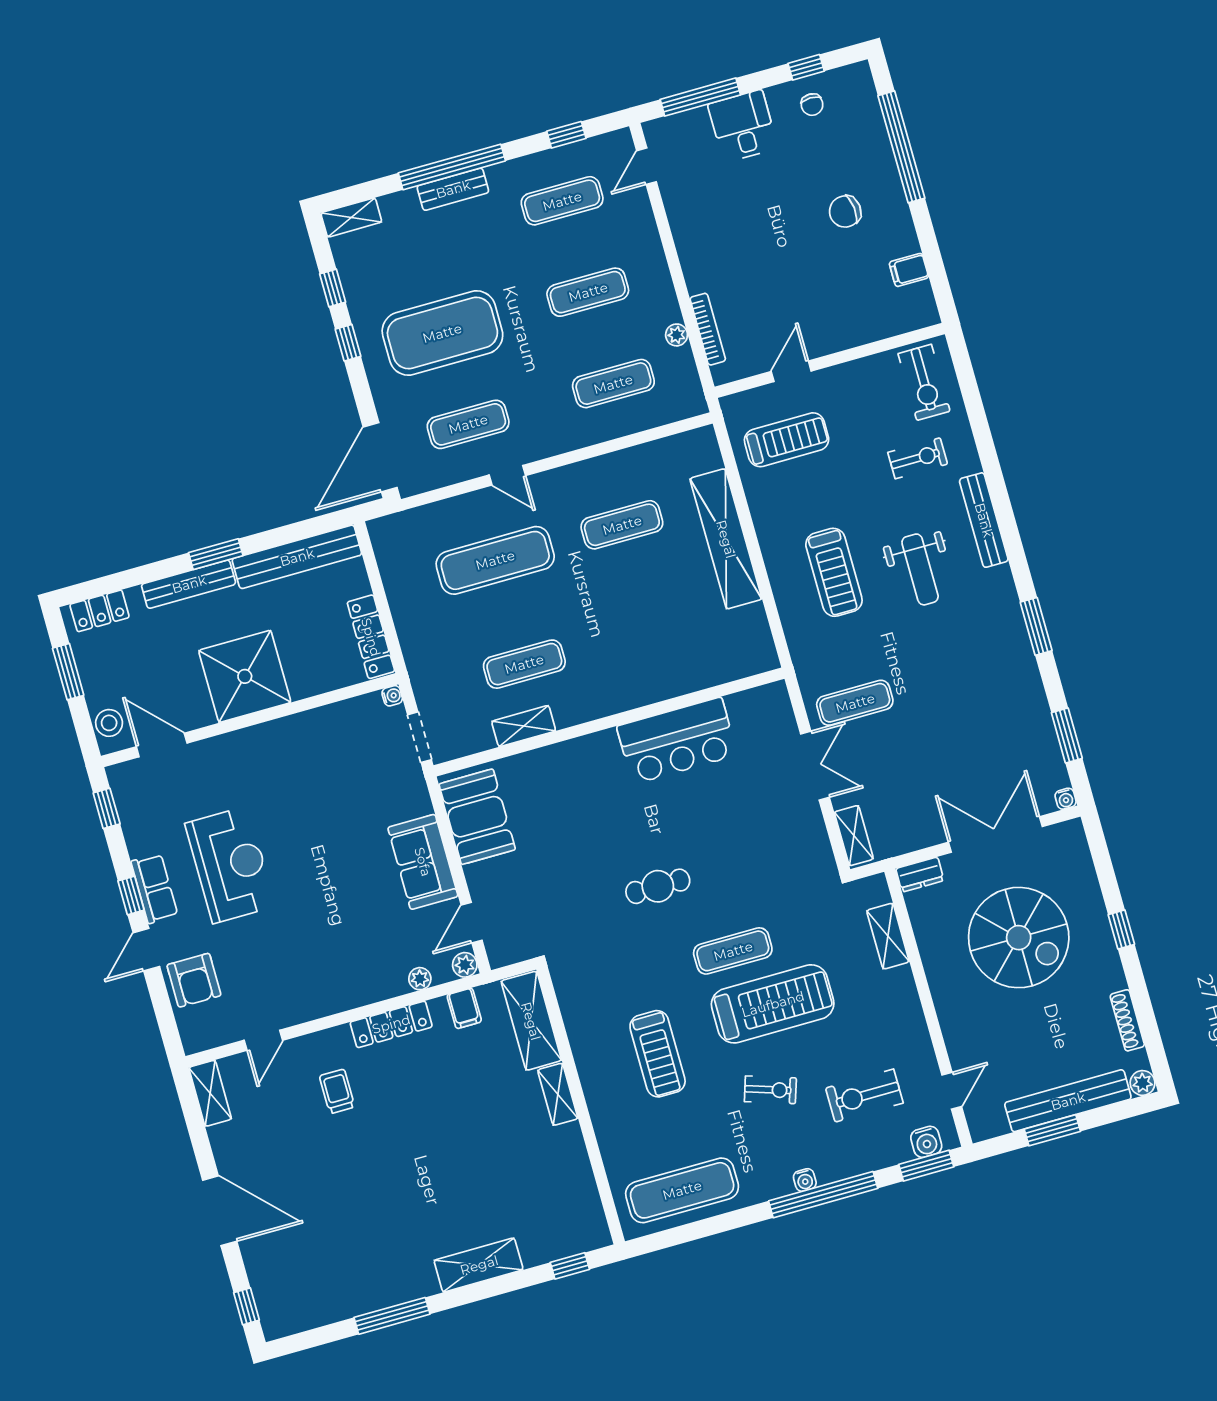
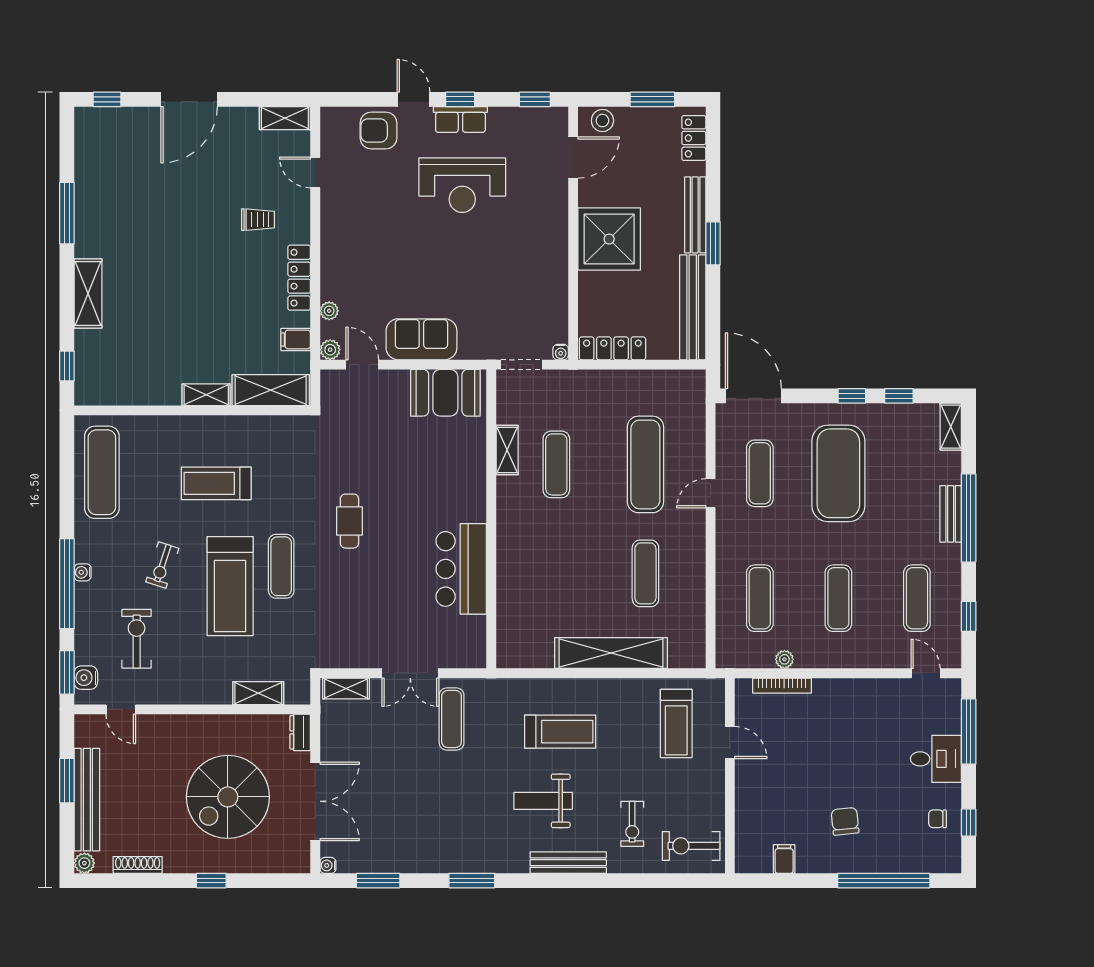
treadmill: (834, 572) -> (560, 732), turned 180

